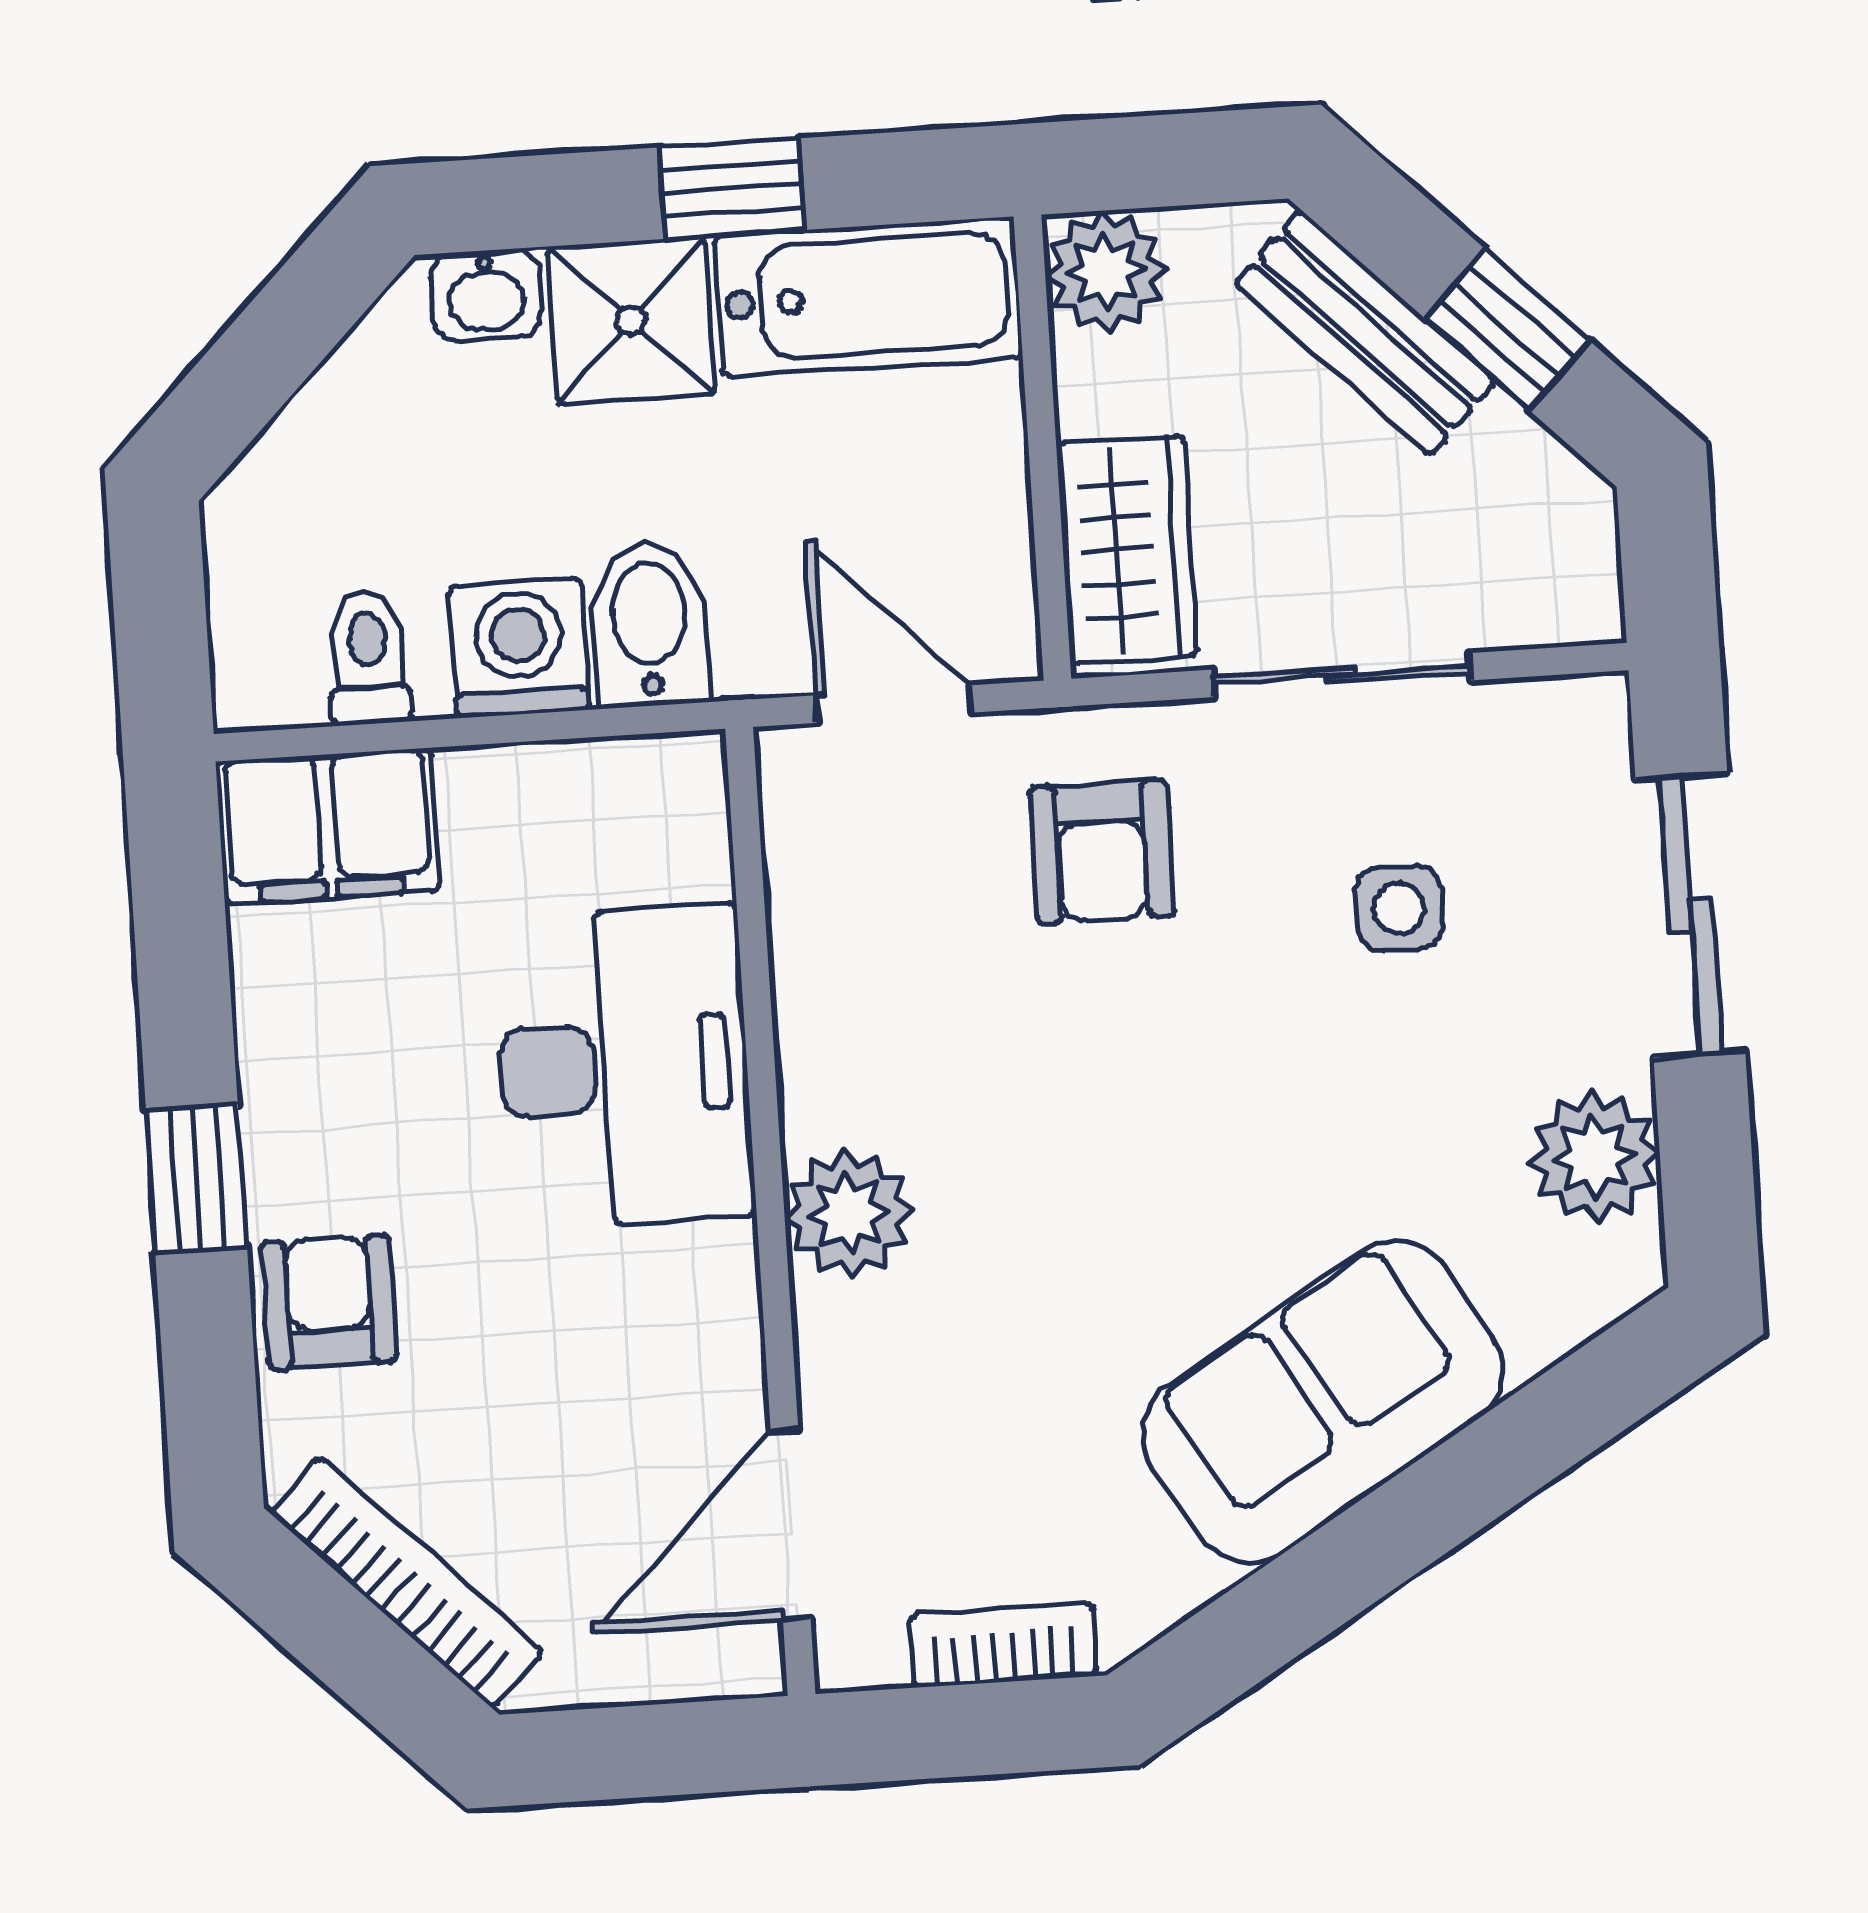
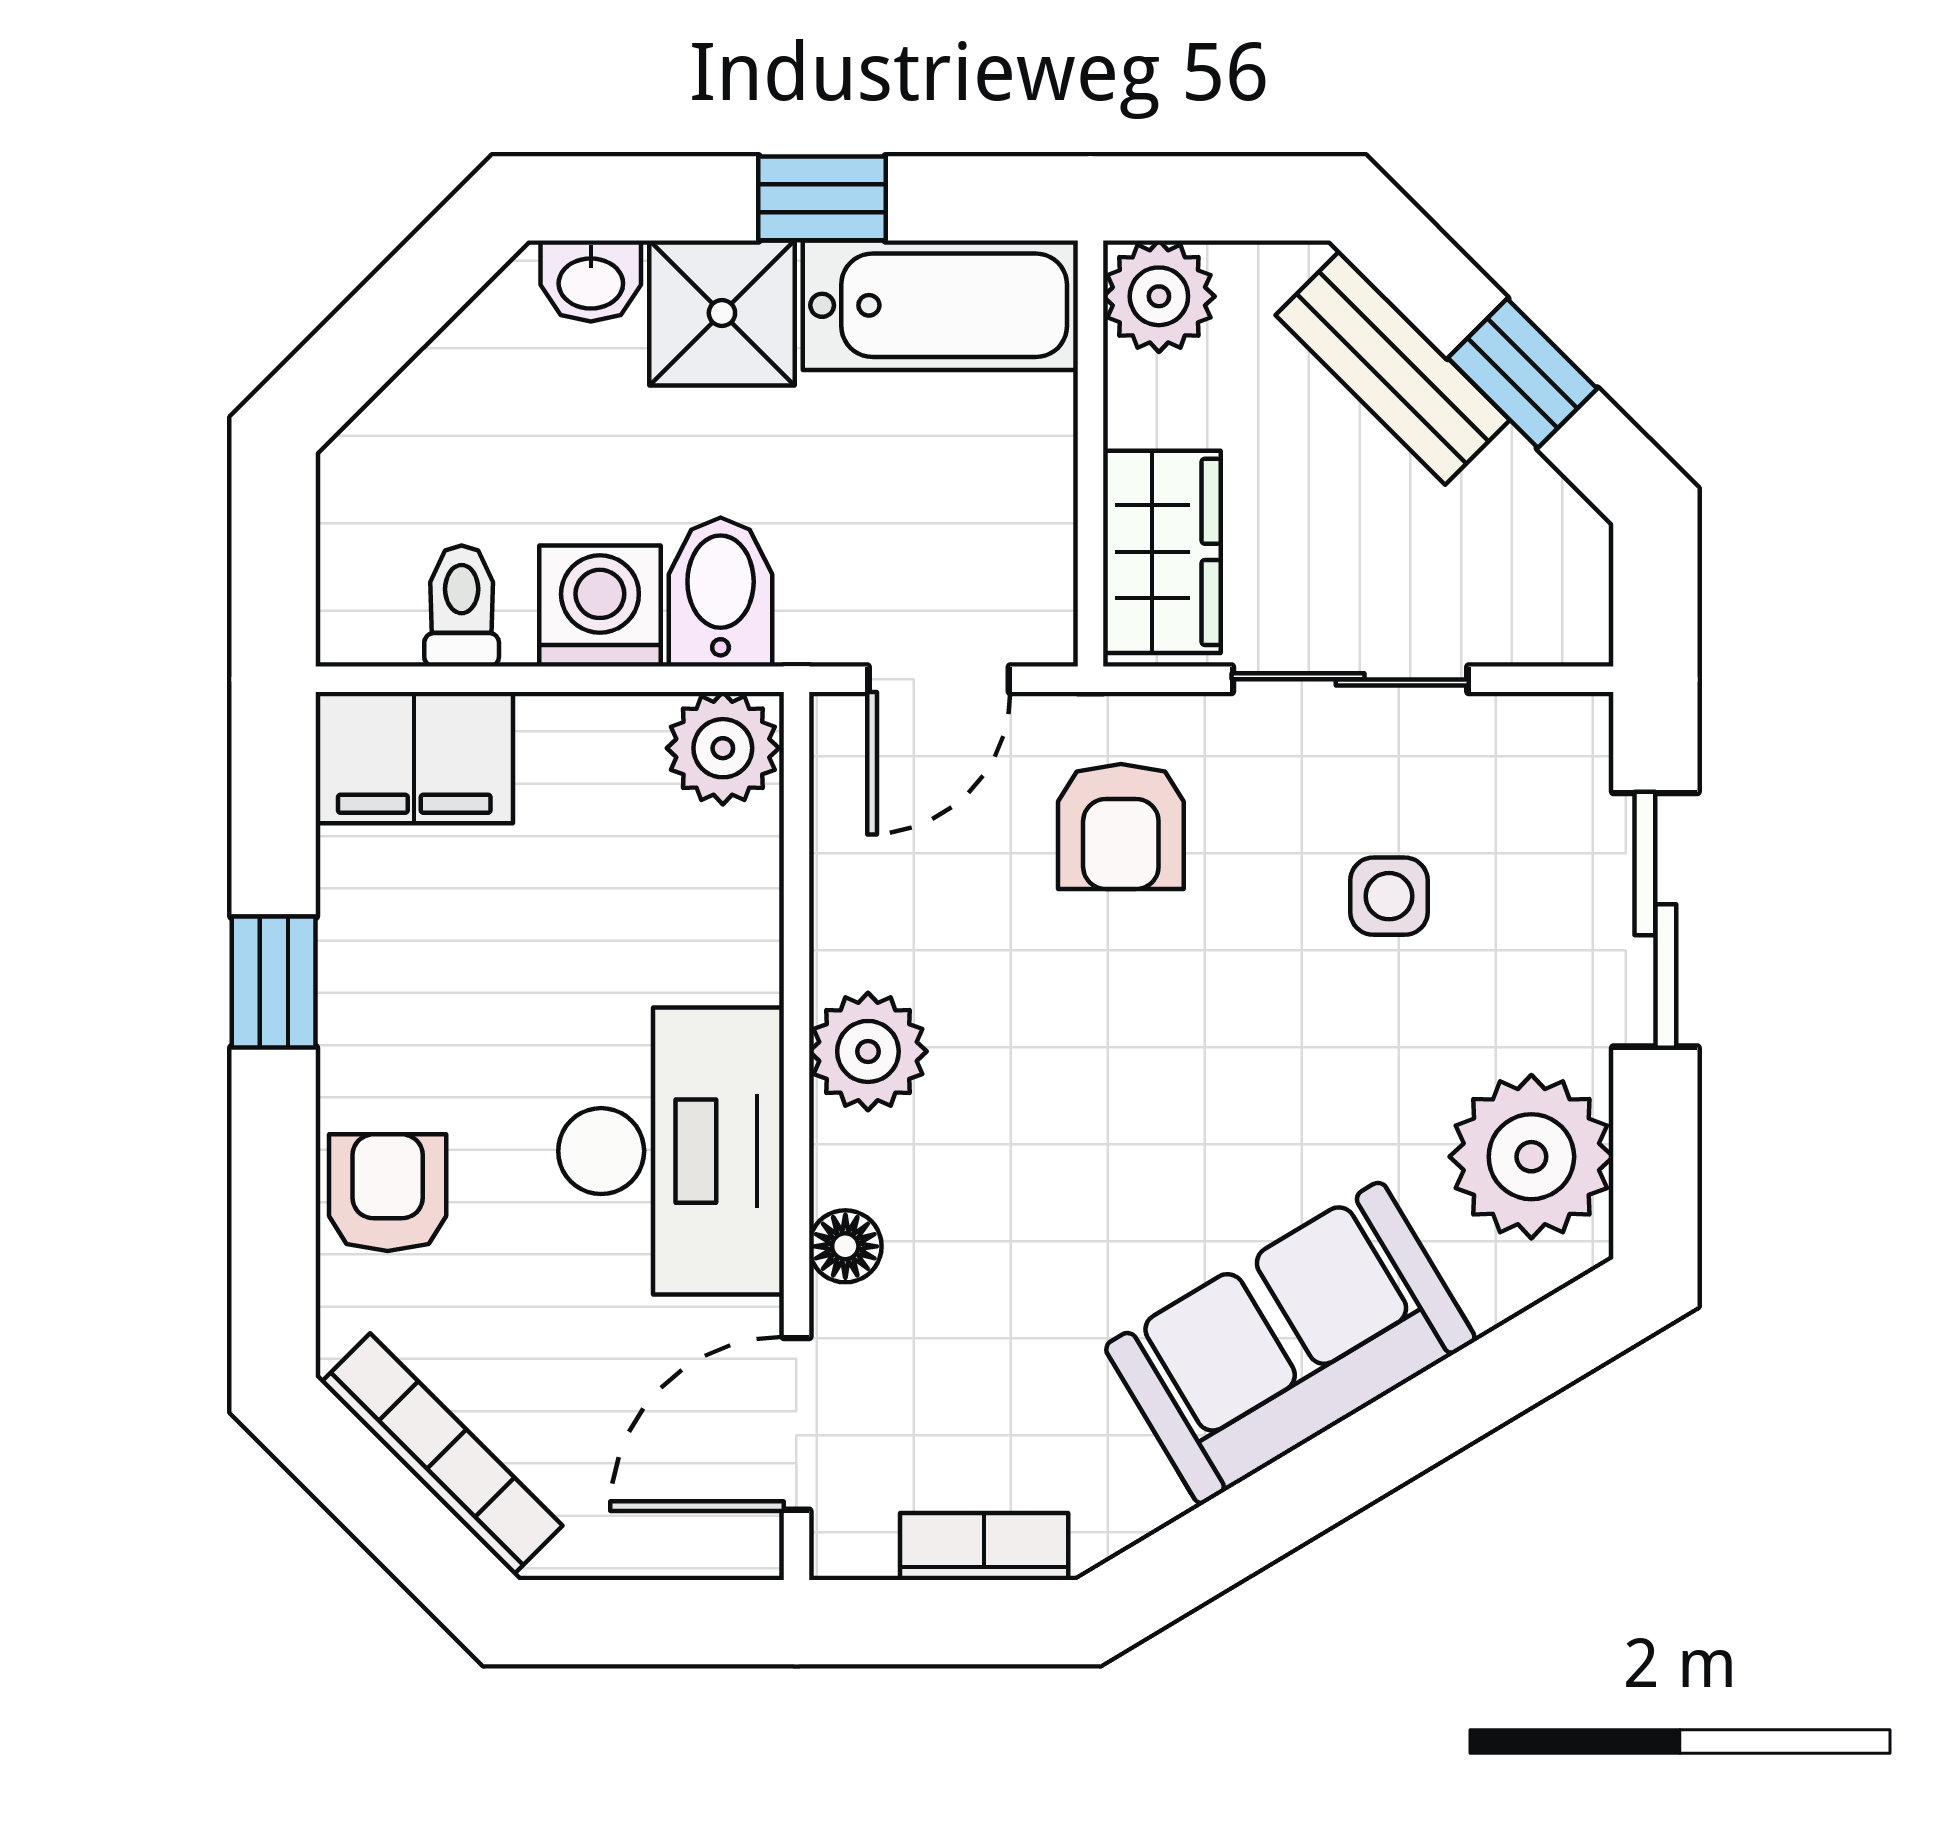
door: (893, 704) -> (939, 679), swing flipped
plant: (663, 794) -> (723, 748), added
desk: (624, 1067) -> (671, 1151), moved
plant: (1594, 1157) -> (1531, 1157), width x1.36, depth x1.36
window: (196, 1179) -> (274, 982), moved
plant: (849, 1214) -> (868, 1051), moved
floor lamp: (831, 1328) -> (845, 1246), added

